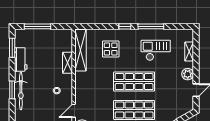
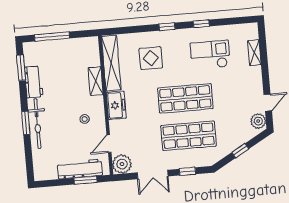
window: (151, 26) -> (201, 24), width x0.46
plant: (188, 74) -> (258, 121), moved
freezer: (82, 82) -> (116, 105), added

